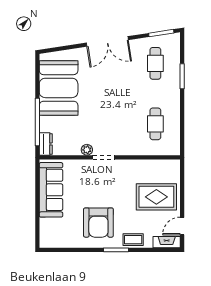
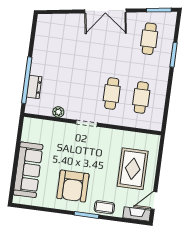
booth: (59, 88) -> (52, 50), removed
cafe table: (125, 124) -> (112, 94), added
dresser: (46, 144) -> (34, 87), moved
plant: (87, 150) -> (58, 112), moved
sofa: (51, 190) -> (28, 170), moved
rug: (156, 197) -> (133, 169), turned 90

